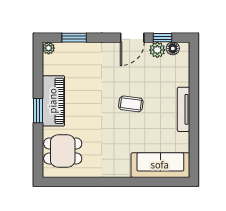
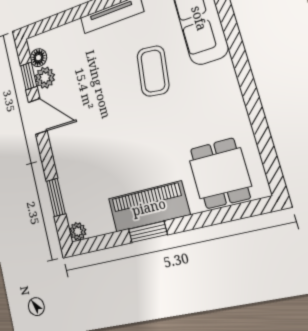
coffee table: (131, 104) -> (153, 71), moved, width x1.36, depth x1.30
window: (38, 111) -> (148, 232), moved

